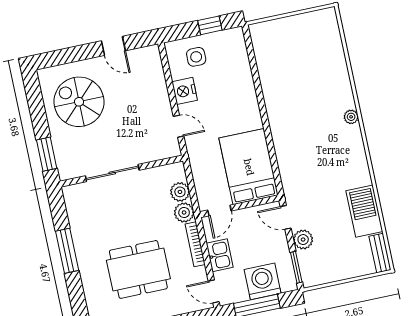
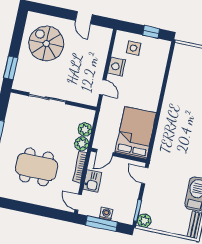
plant: (303, 240) -> (144, 221), moved
washing machine: (263, 281) -> (106, 214), width x0.53, depth x0.53

